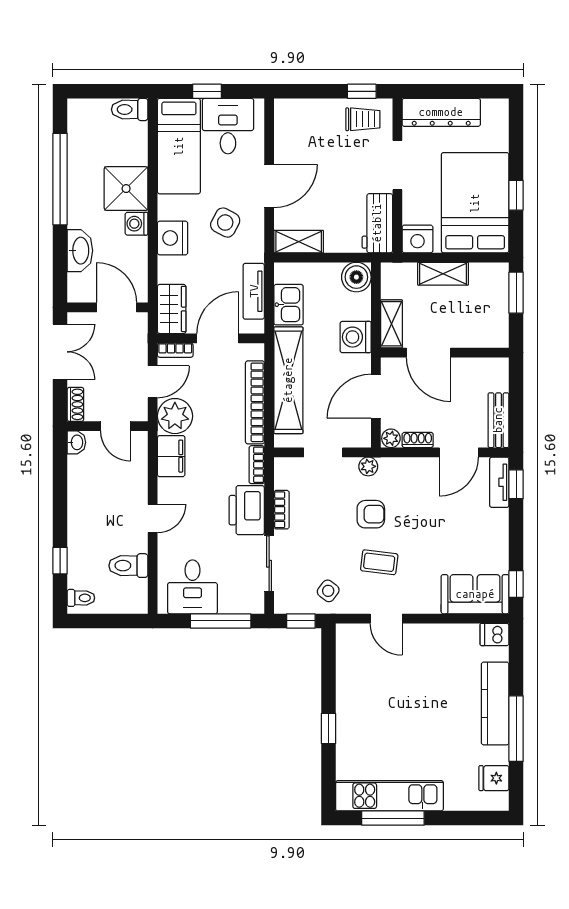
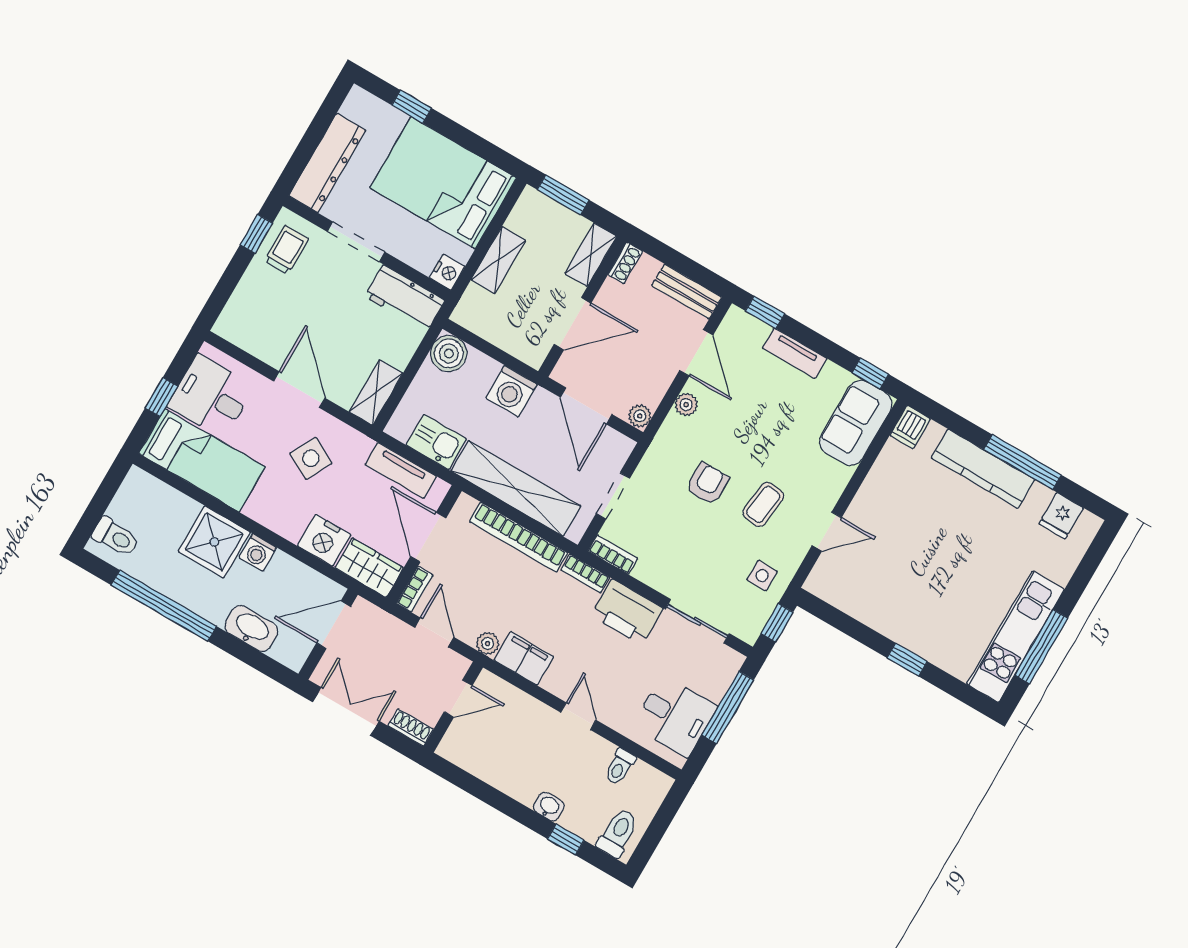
toilet: (130, 109) -> (116, 537), moved, turned -90
window: (516, 195) -> (412, 107), moved
nightstand: (173, 238) -> (324, 540), moved
nightstand: (417, 239) -> (447, 272), width x0.74, depth x0.75
shelving: (391, 324) -> (591, 255), moved, turned 90
plant: (175, 416) -> (488, 644), width x0.53, depth x0.53
shoe rack: (418, 440) -> (625, 263), moved, turned 180
washbasin: (76, 442) -> (549, 807), moved
plant: (368, 466) -> (686, 405), moved
tv unit: (499, 482) -> (795, 353), moved
bookcase: (281, 510) -> (613, 555), moved
toilet: (128, 566) -> (620, 767), width x0.73, depth x0.72
side table: (328, 591) -> (762, 576), turned -37
toilet: (81, 598) -> (618, 833), width x1.37, depth x1.39

